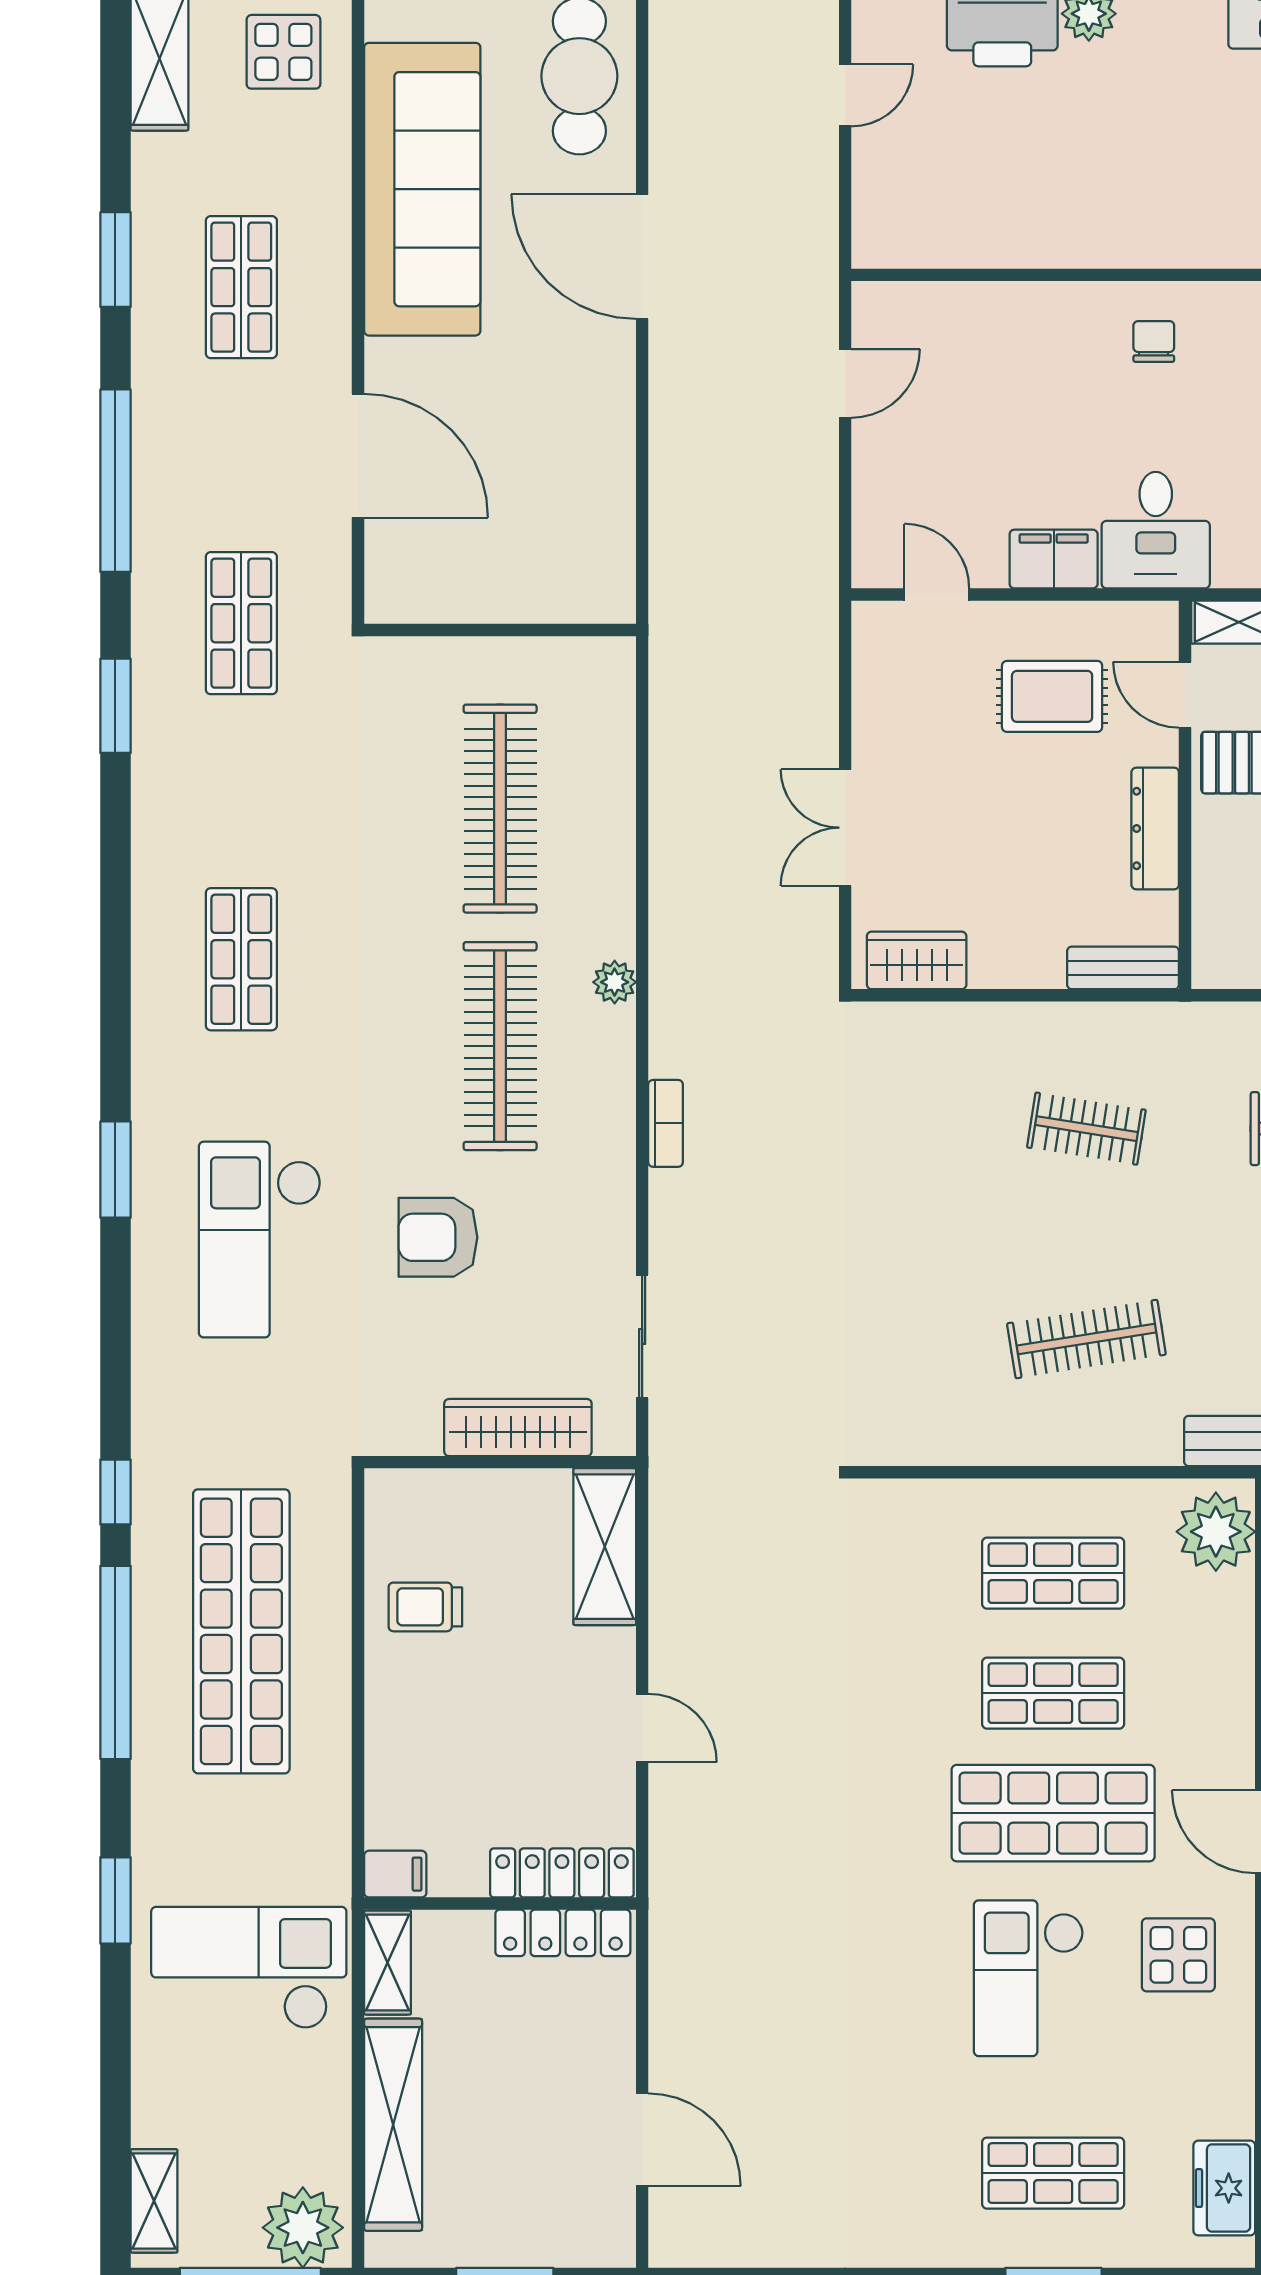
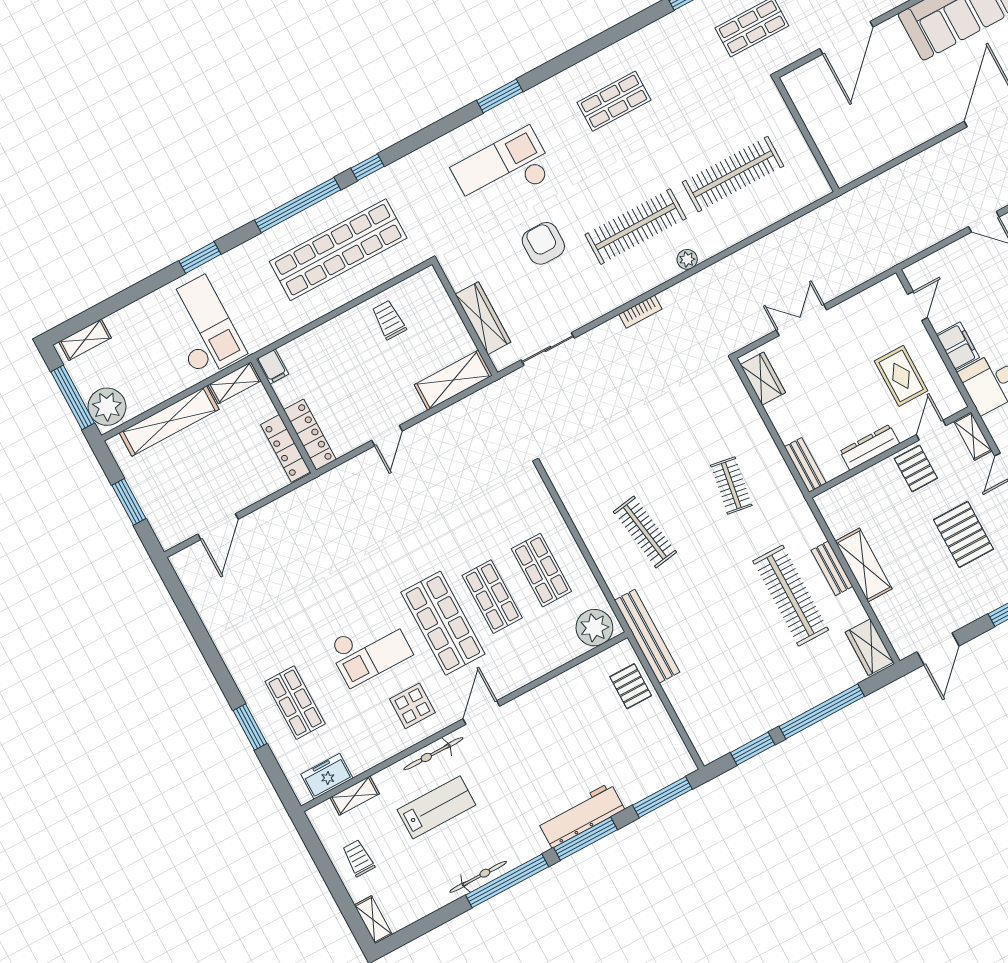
checkout: (1029, 1978) -> (370, 650), turned 180

